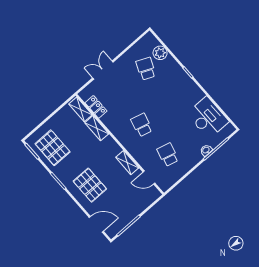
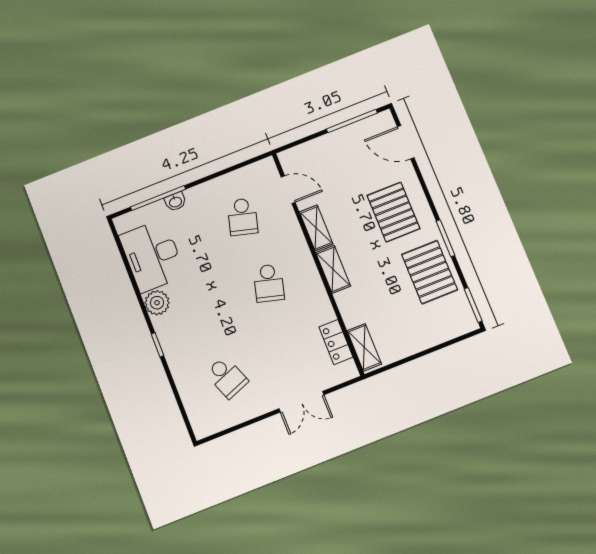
plant: (160, 53) -> (157, 303), moved
school desk: (146, 69) -> (227, 377), turned -45
shelving: (97, 128) -> (333, 269), moved
pallet: (53, 148) -> (430, 272), moved

